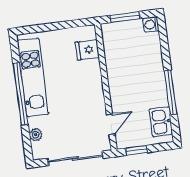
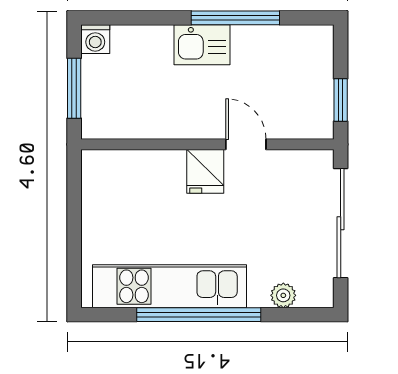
fridge: (87, 50) -> (205, 171), moved
kitchen sink: (161, 122) -> (202, 45), moved
door: (111, 124) -> (246, 144), moved

